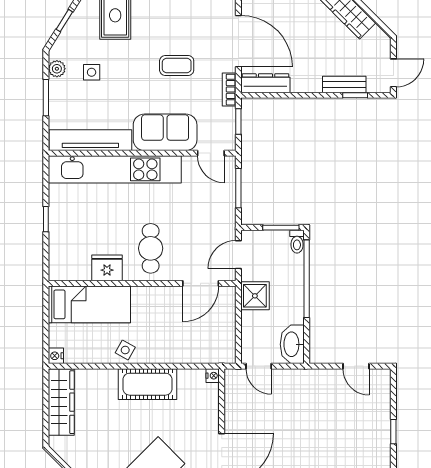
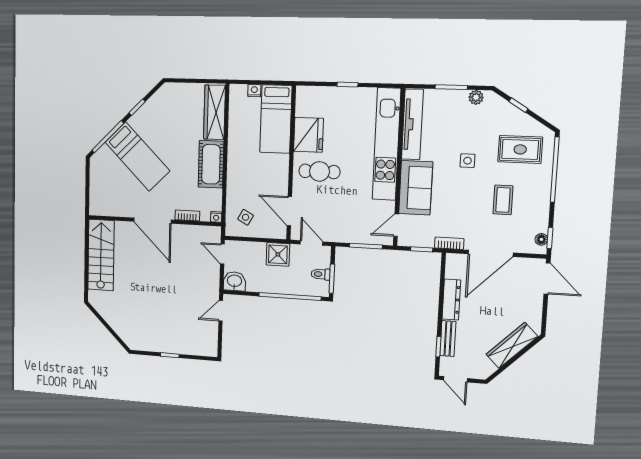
coffee table: (177, 65) -> (503, 200), moved
side table: (92, 72) -> (467, 161), moved
dresser: (265, 83) -> (451, 300), moved
toilet: (297, 242) -> (321, 274), moved
fridge: (107, 268) -> (308, 135), width x1.36, depth x1.34
washbasin: (292, 344) -> (234, 281), width x0.72
side table: (125, 350) -> (246, 217), moved
nightstand: (56, 356) -> (254, 91), moved
door: (259, 366) -> (222, 254), hinge flipped
door: (356, 366) -> (221, 311), moved
wardrobe: (61, 402) -> (214, 112), moved, turned 90
bookcase: (213, 413) -> (187, 216), added

